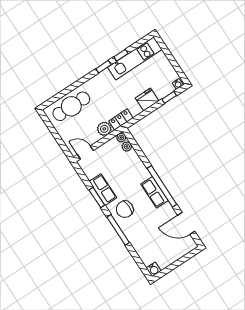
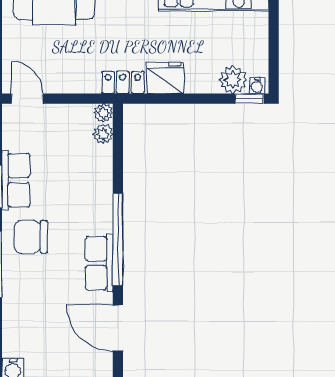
window: (169, 97) -> (249, 99), moved
fridge: (147, 100) -> (165, 78), moved
plant: (104, 129) -> (233, 80), moved
row of seats: (154, 192) -> (99, 263), moved

